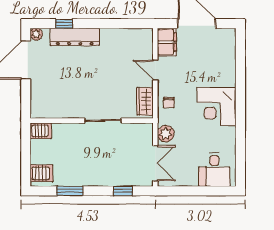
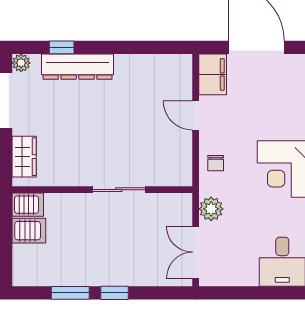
wardrobe: (145, 101) -> (24, 157), moved, turned 180
double door: (155, 163) -> (196, 252), swing flipped
server rack: (42, 173) -> (29, 231), moved
window: (123, 191) -> (114, 293), moved

